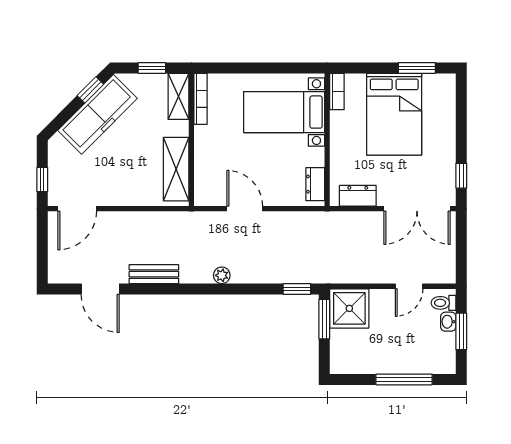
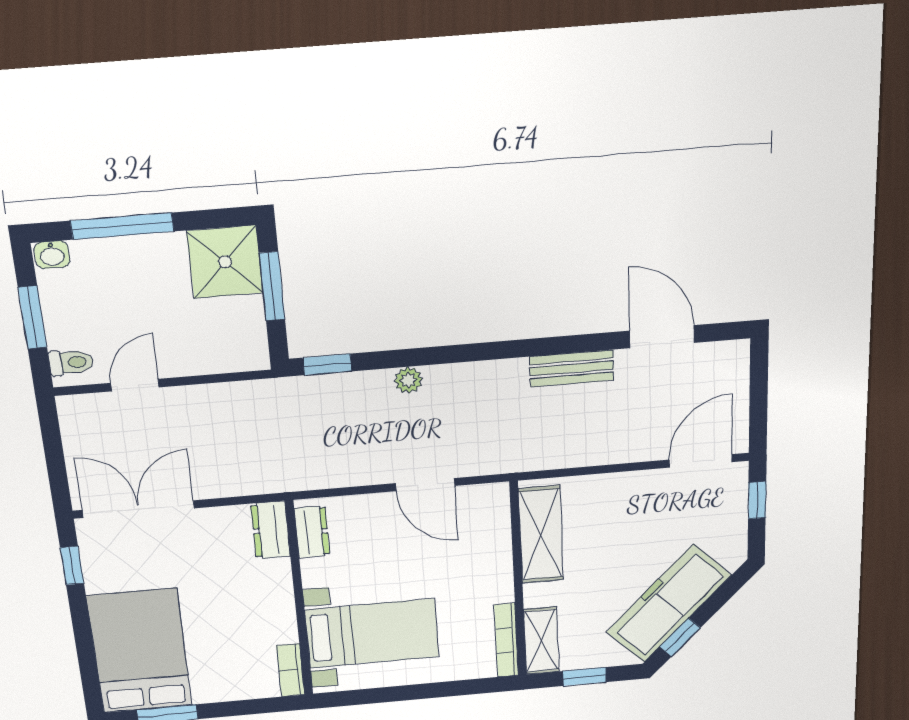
bed: (394, 114) -> (140, 651), moved
dresser: (358, 196) -> (271, 530), moved, turned 90
plant: (222, 275) -> (408, 380), moved
shower: (349, 308) -> (225, 262), moved
window: (324, 319) -> (272, 286), moved
washbasin: (448, 322) -> (52, 255), moved, turned 90

